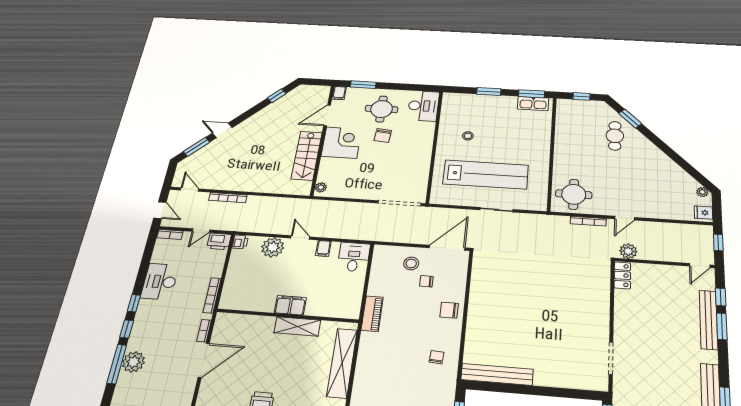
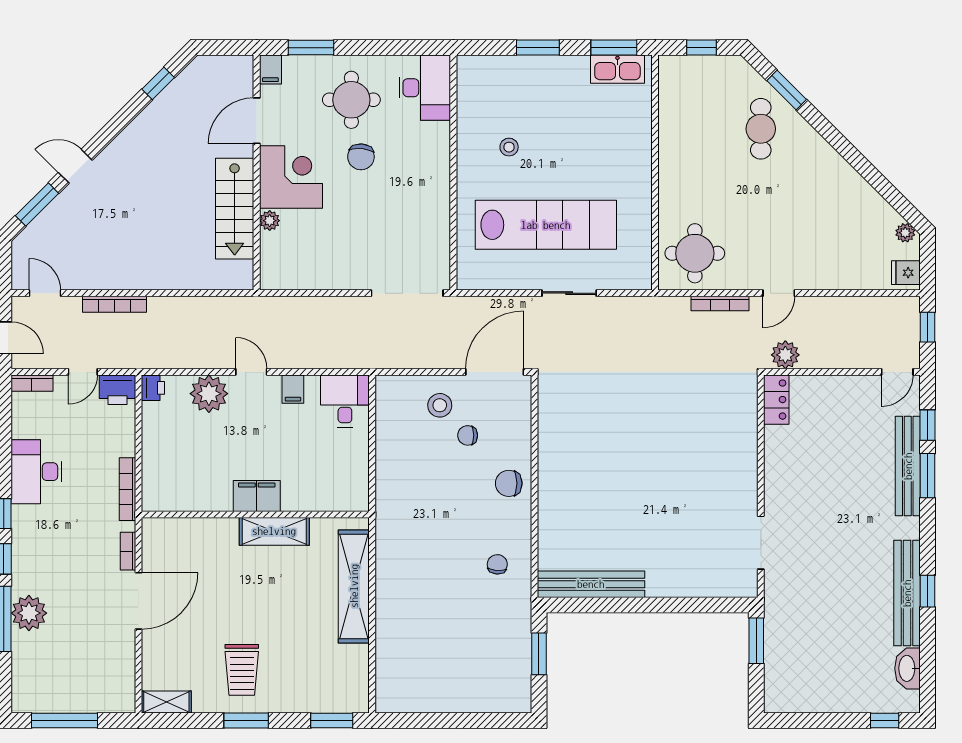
plant: (321, 187) -> (270, 221), moved
piano: (372, 314) -> (389, 500), removed

